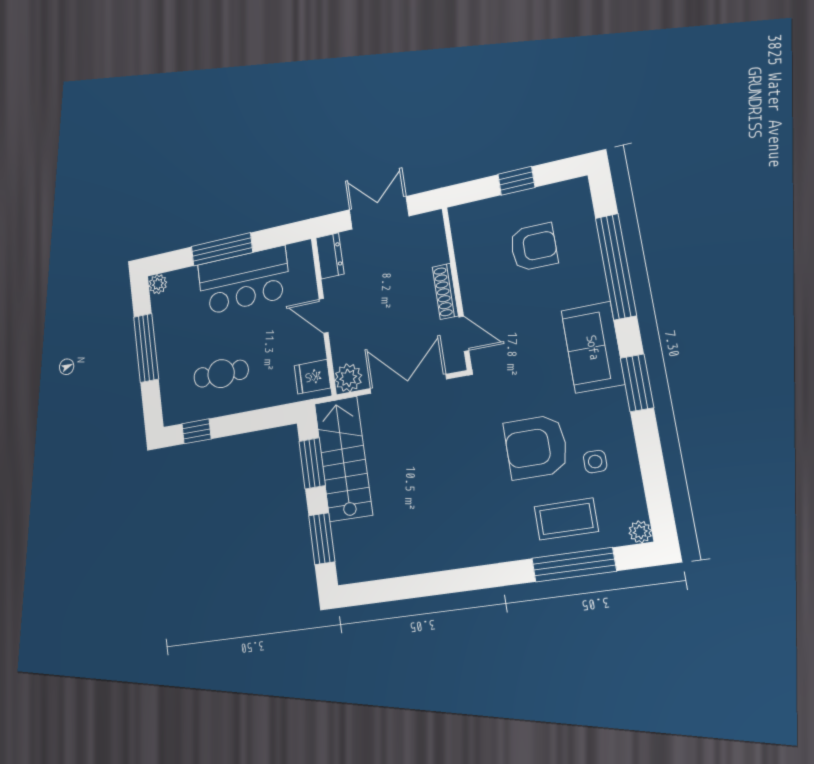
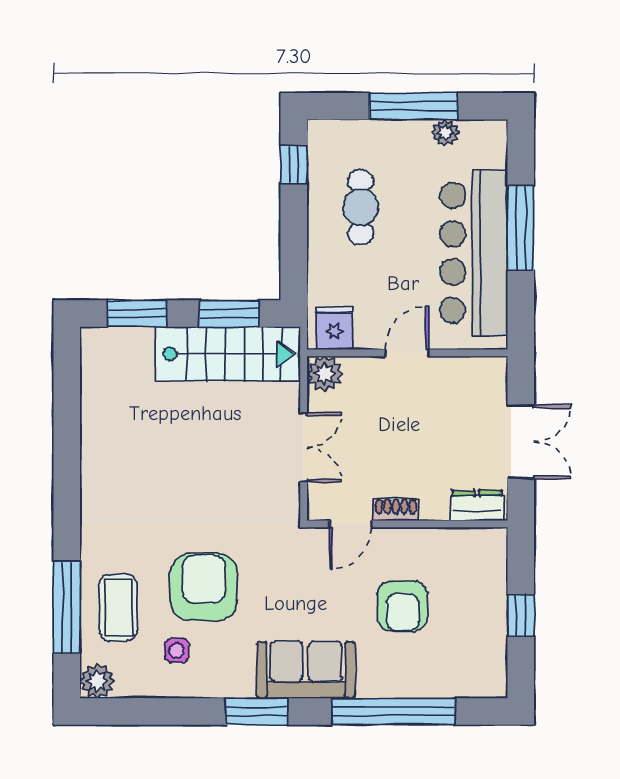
armchair: (534, 247) -> (403, 606), moved
dresser: (330, 256) -> (477, 505), moved, turned 180
bar counter: (244, 281) -> (474, 253), width x1.36
plant: (158, 284) -> (445, 133), moved
shoe rack: (445, 291) -> (396, 509), width x0.70
double door: (408, 384) -> (304, 447), width x0.73
plant: (640, 532) -> (97, 681), width x1.38, depth x1.38

